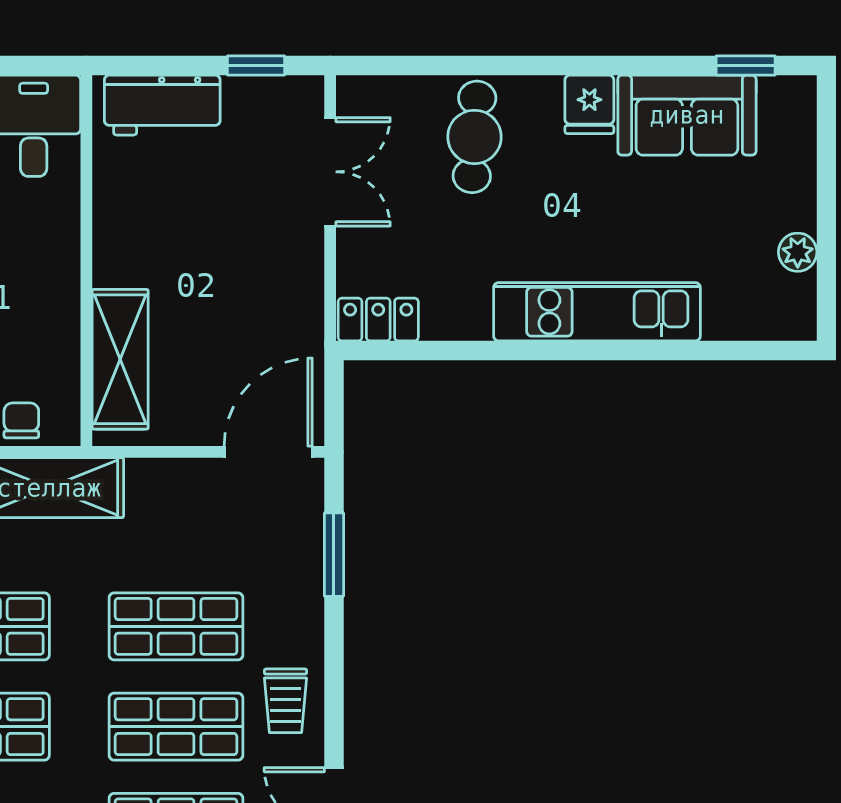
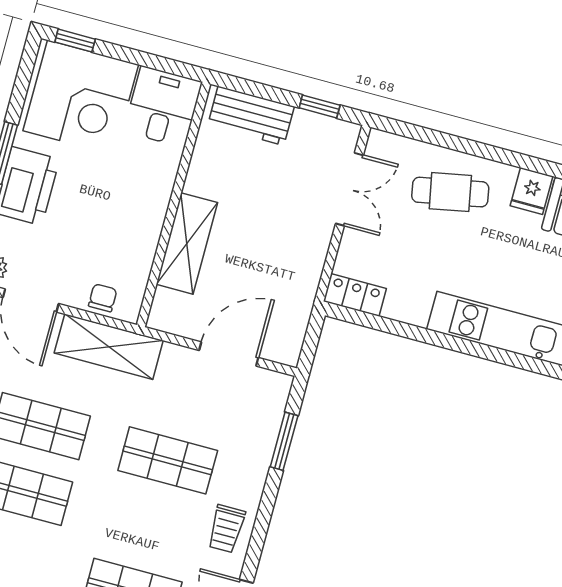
cafe table: (474, 137) -> (450, 192), turned 75
shelving: (120, 359) -> (187, 243), moved
door: (268, 452) -> (229, 354), moved
shop shelf: (176, 727) -> (150, 526), removed

